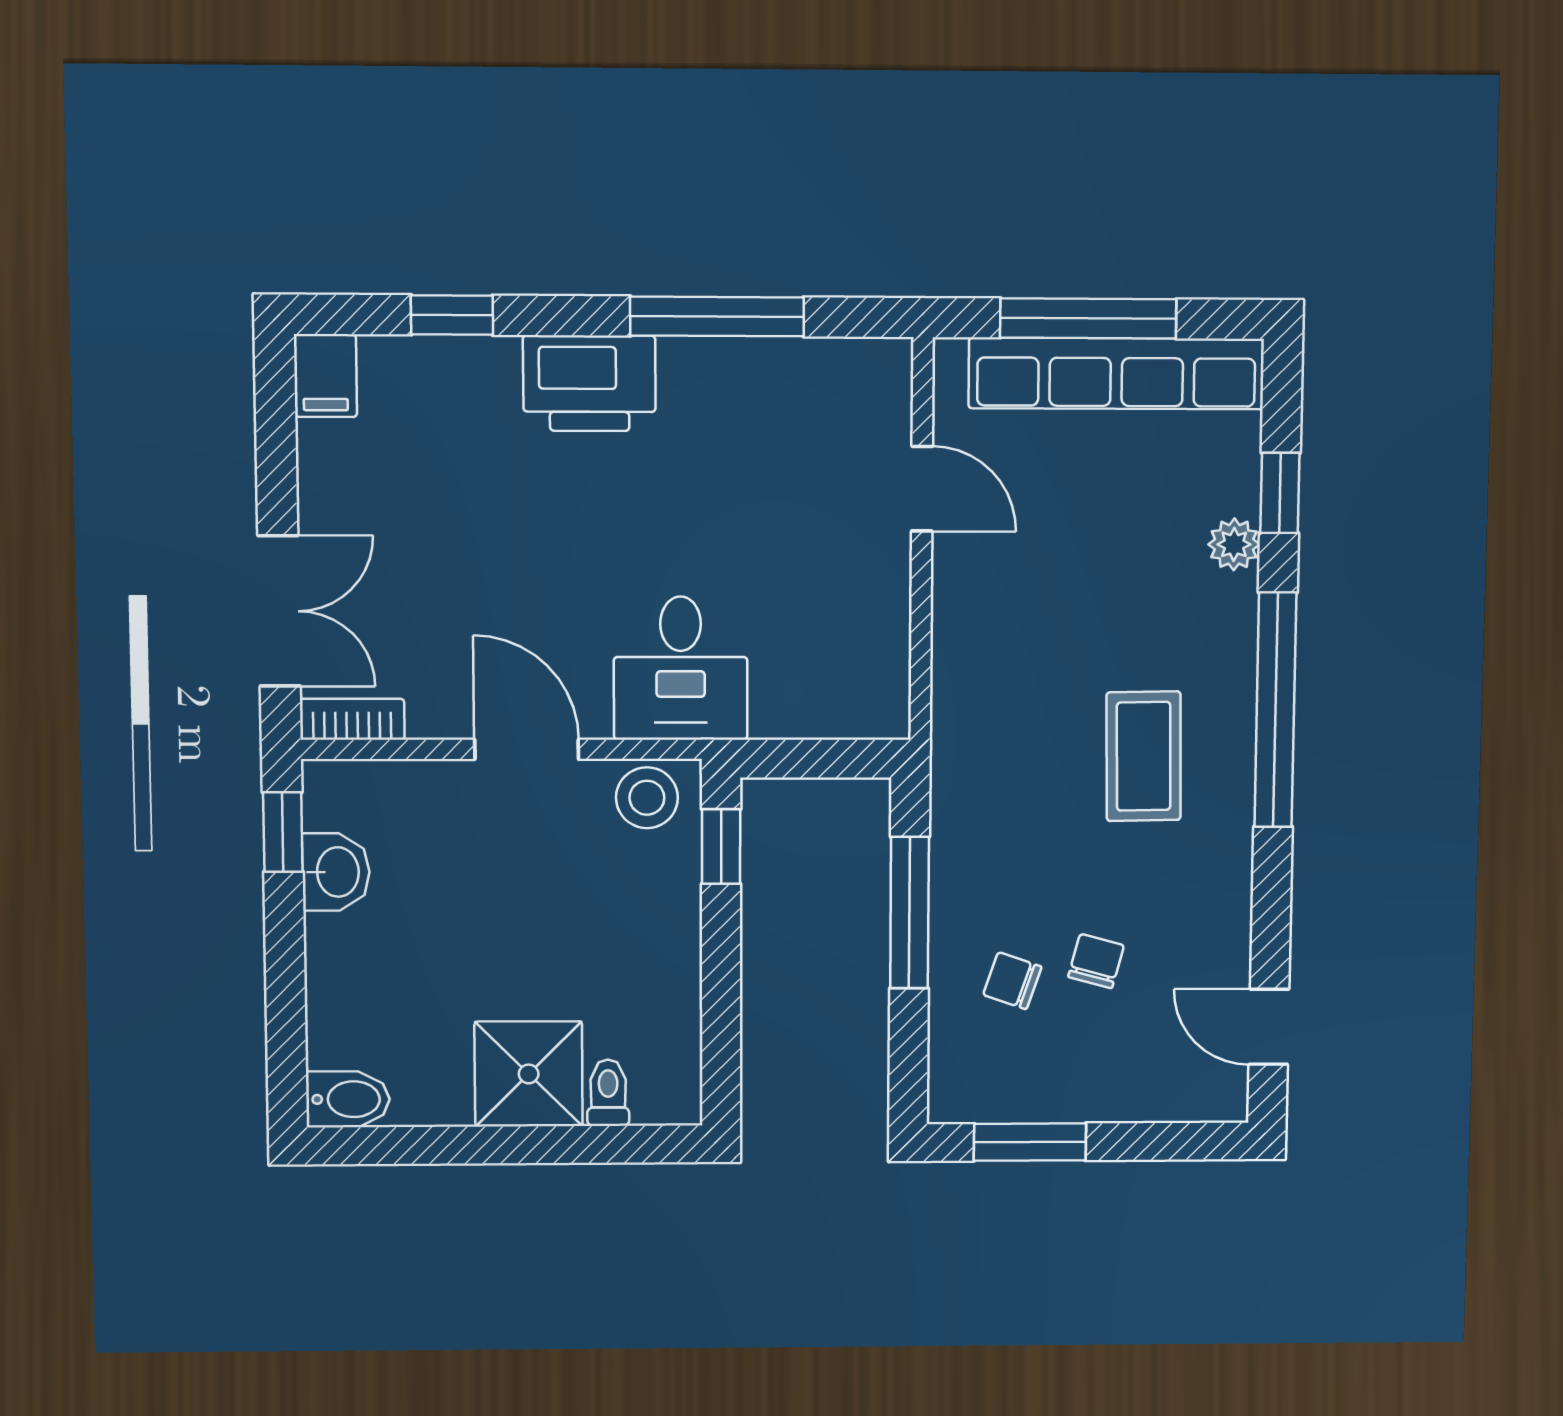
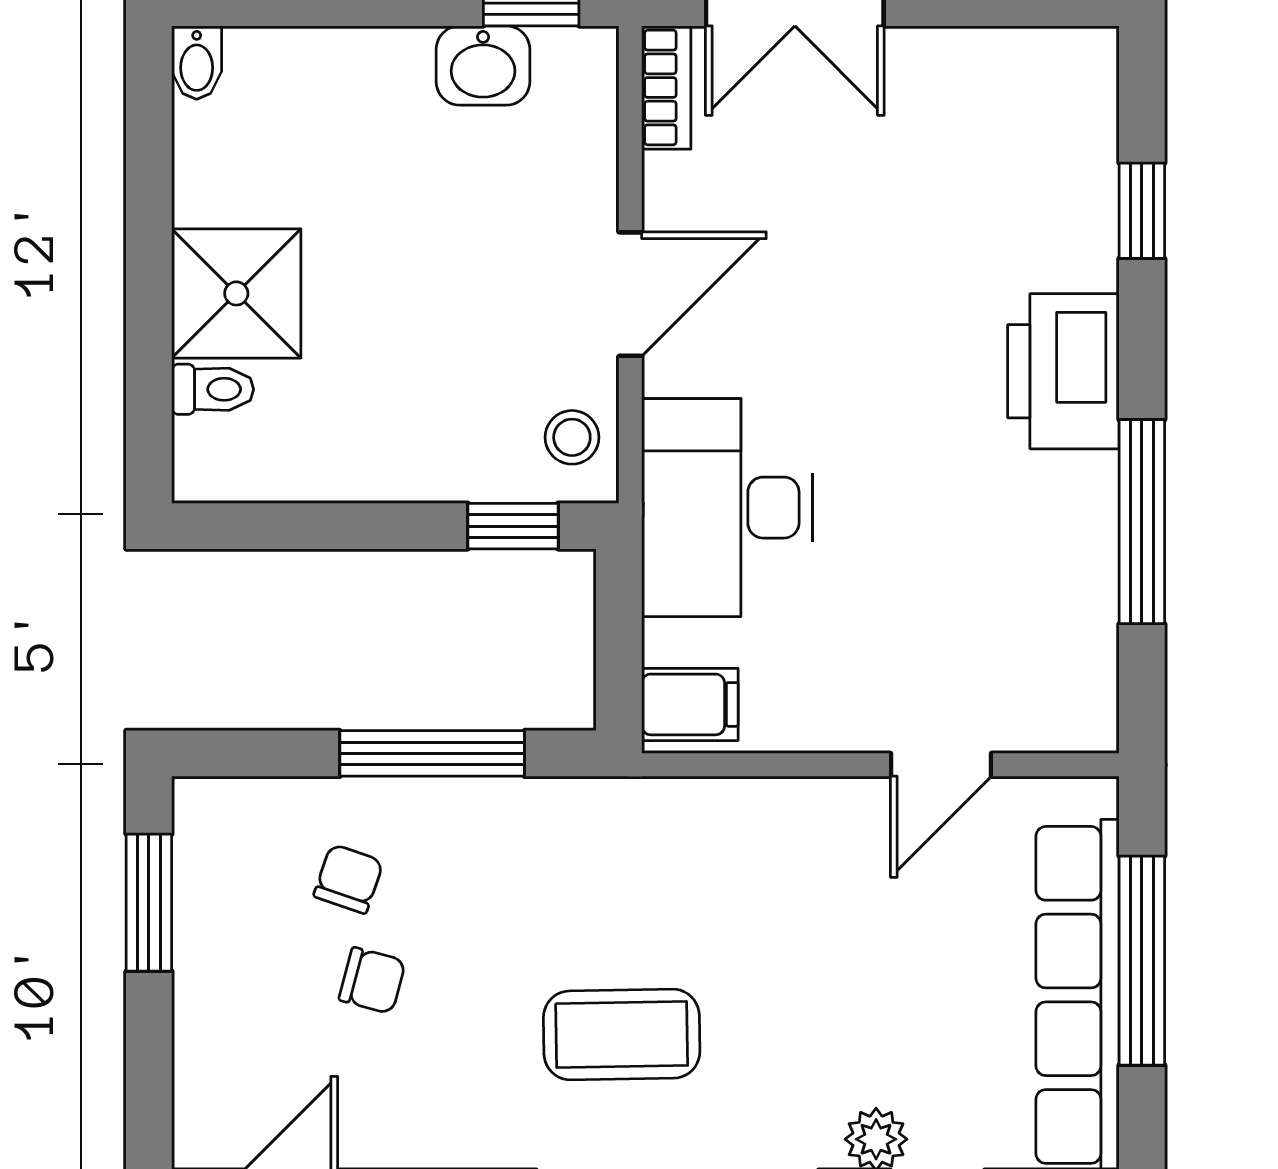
filing cabinet: (325, 376) -> (690, 704), moved, turned 180
desk: (681, 668) -> (727, 508), width x1.37
stool: (647, 798) -> (572, 437), width x0.73, depth x0.73
bidet: (348, 1099) -> (197, 63), width x0.72, depth x0.74

